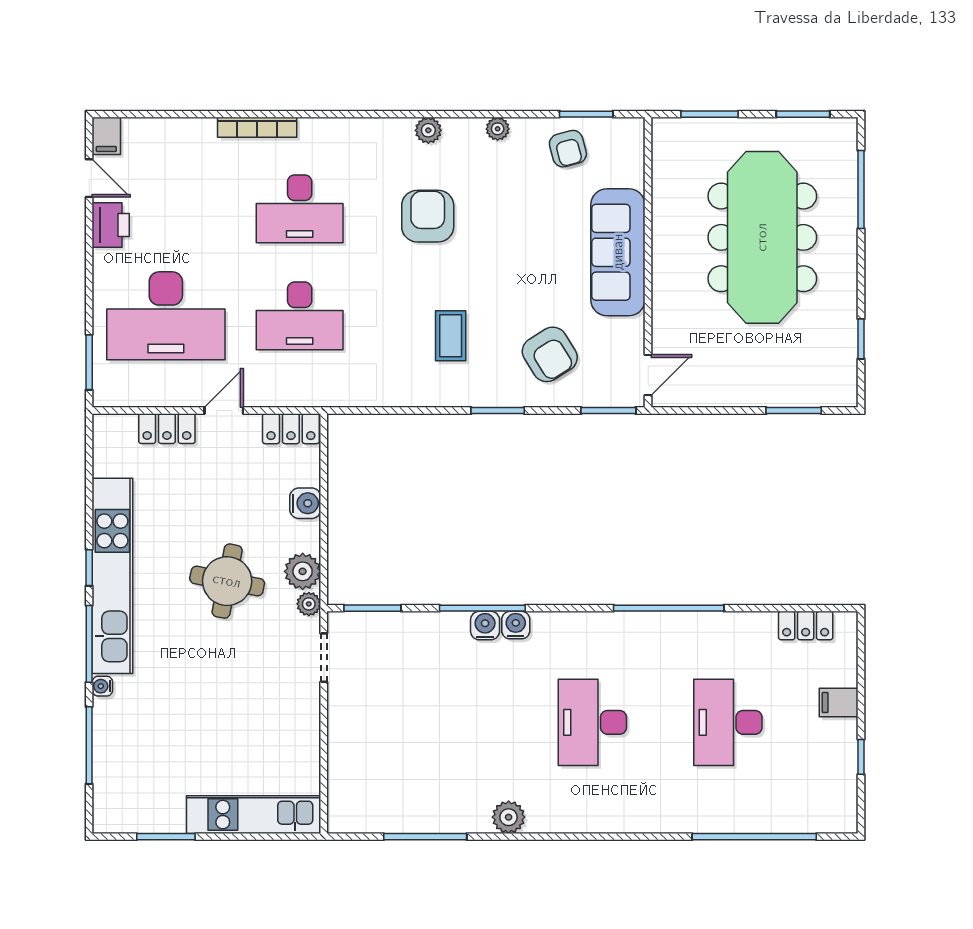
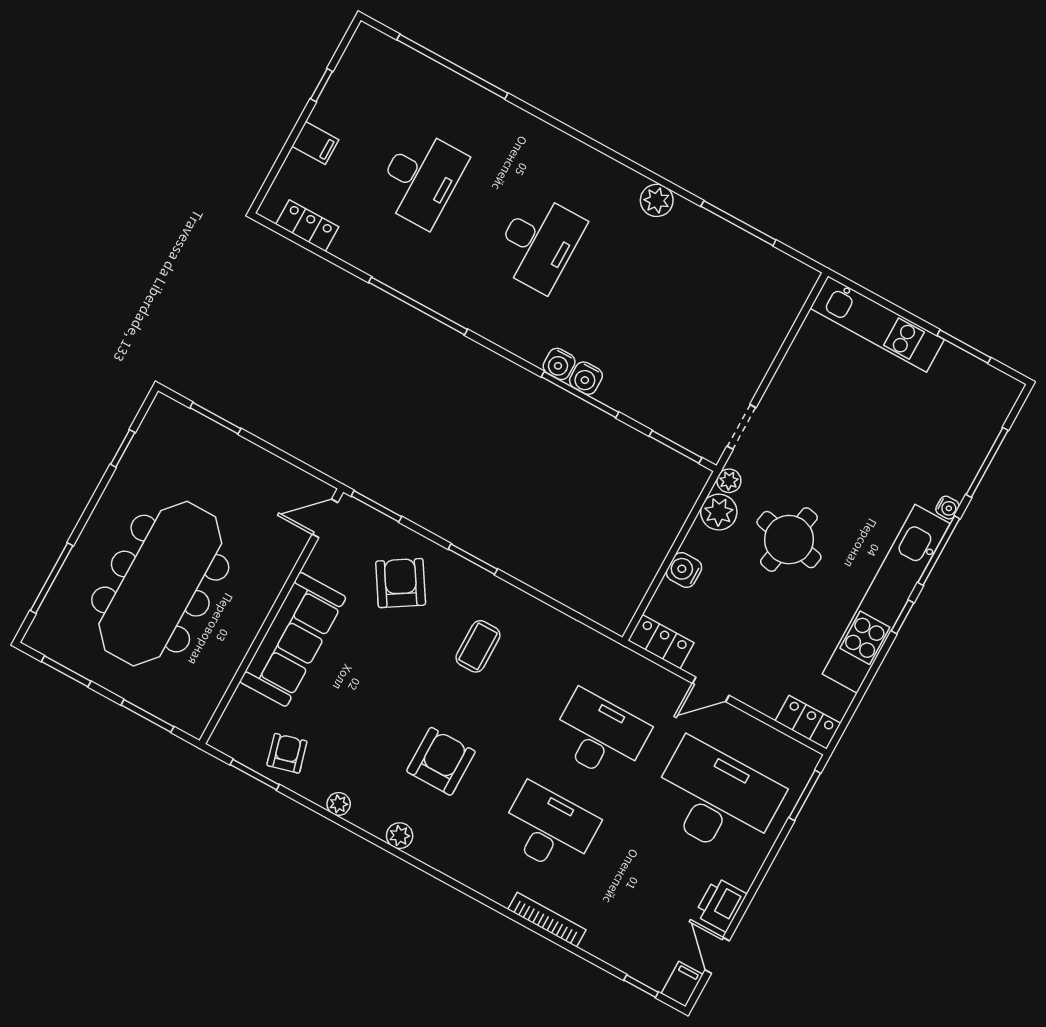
window: (142, 114) -> (641, 986), added
armchair: (428, 216) -> (441, 761), turned 180
locker: (167, 429) -> (808, 722), moved

